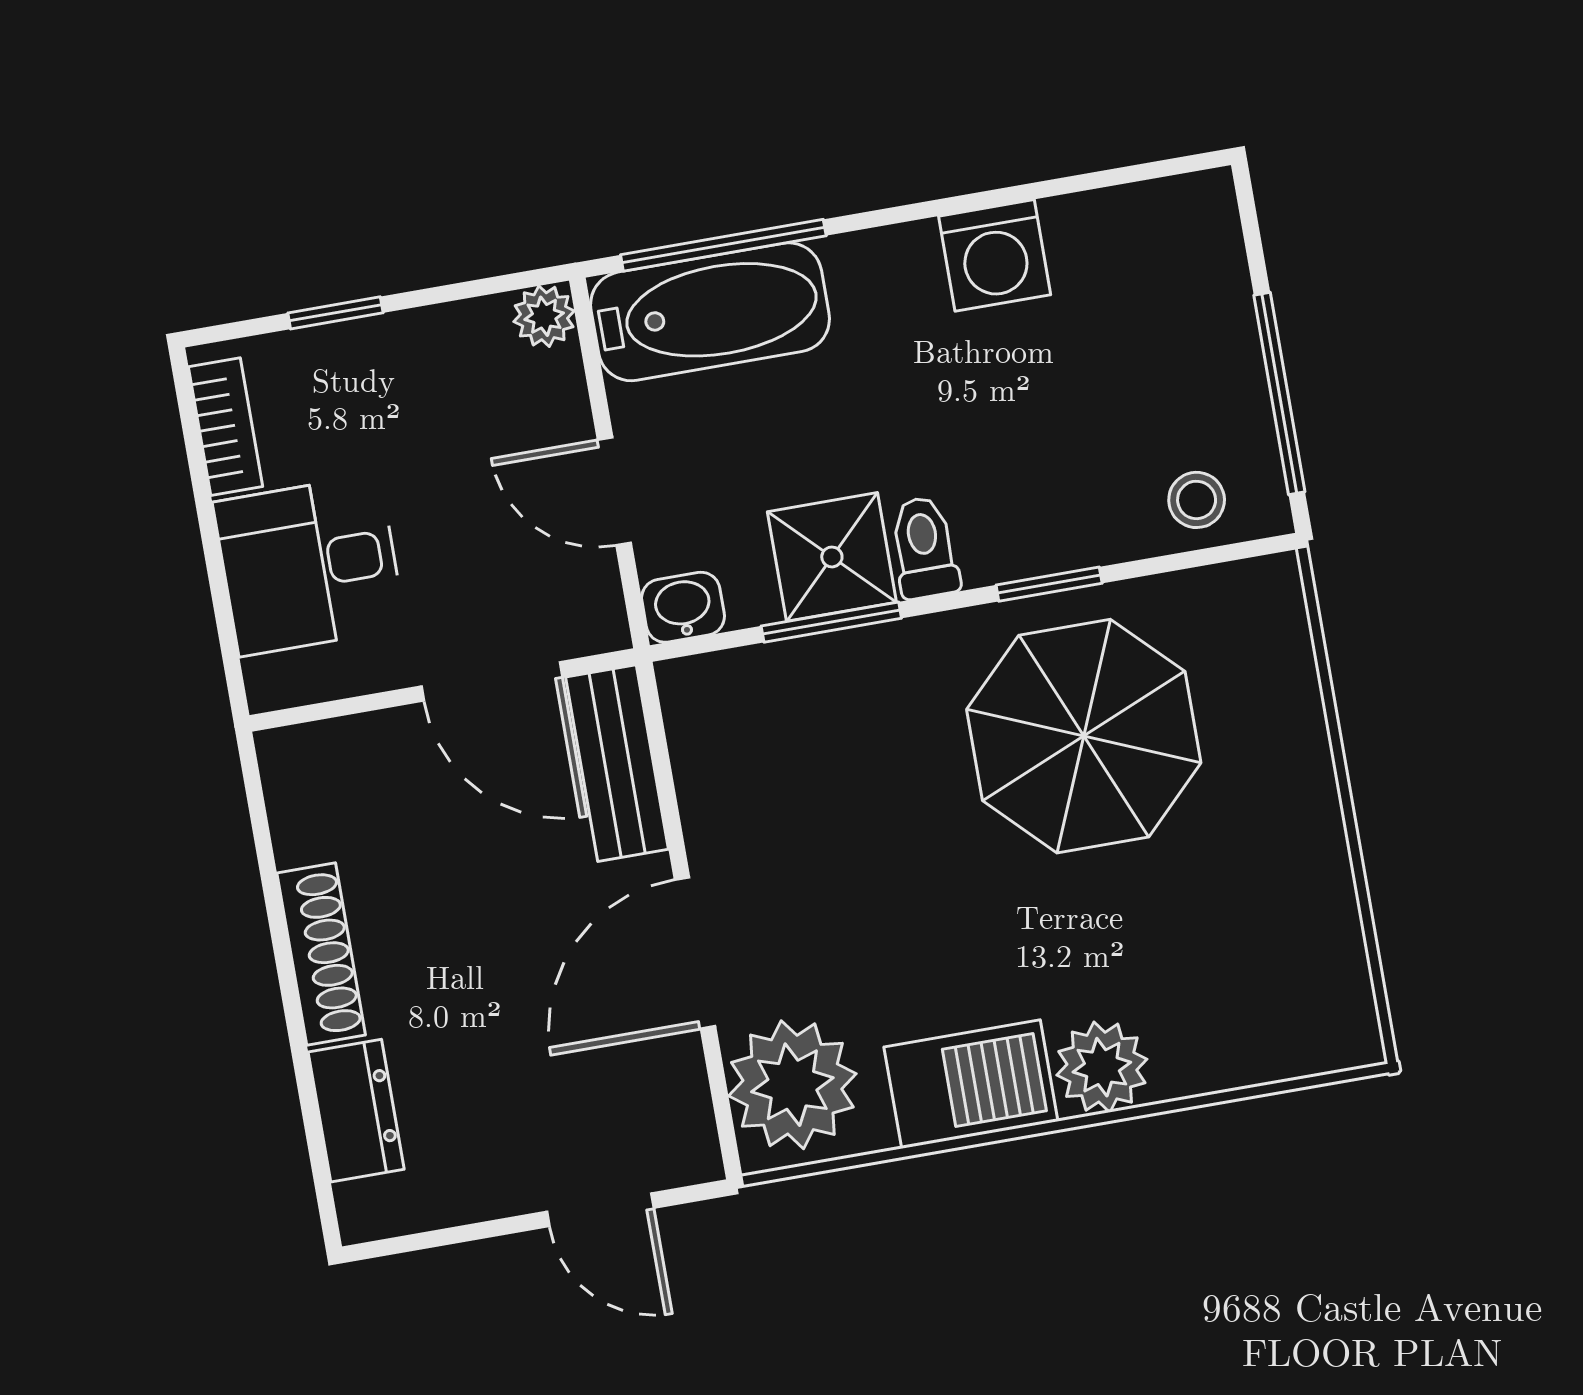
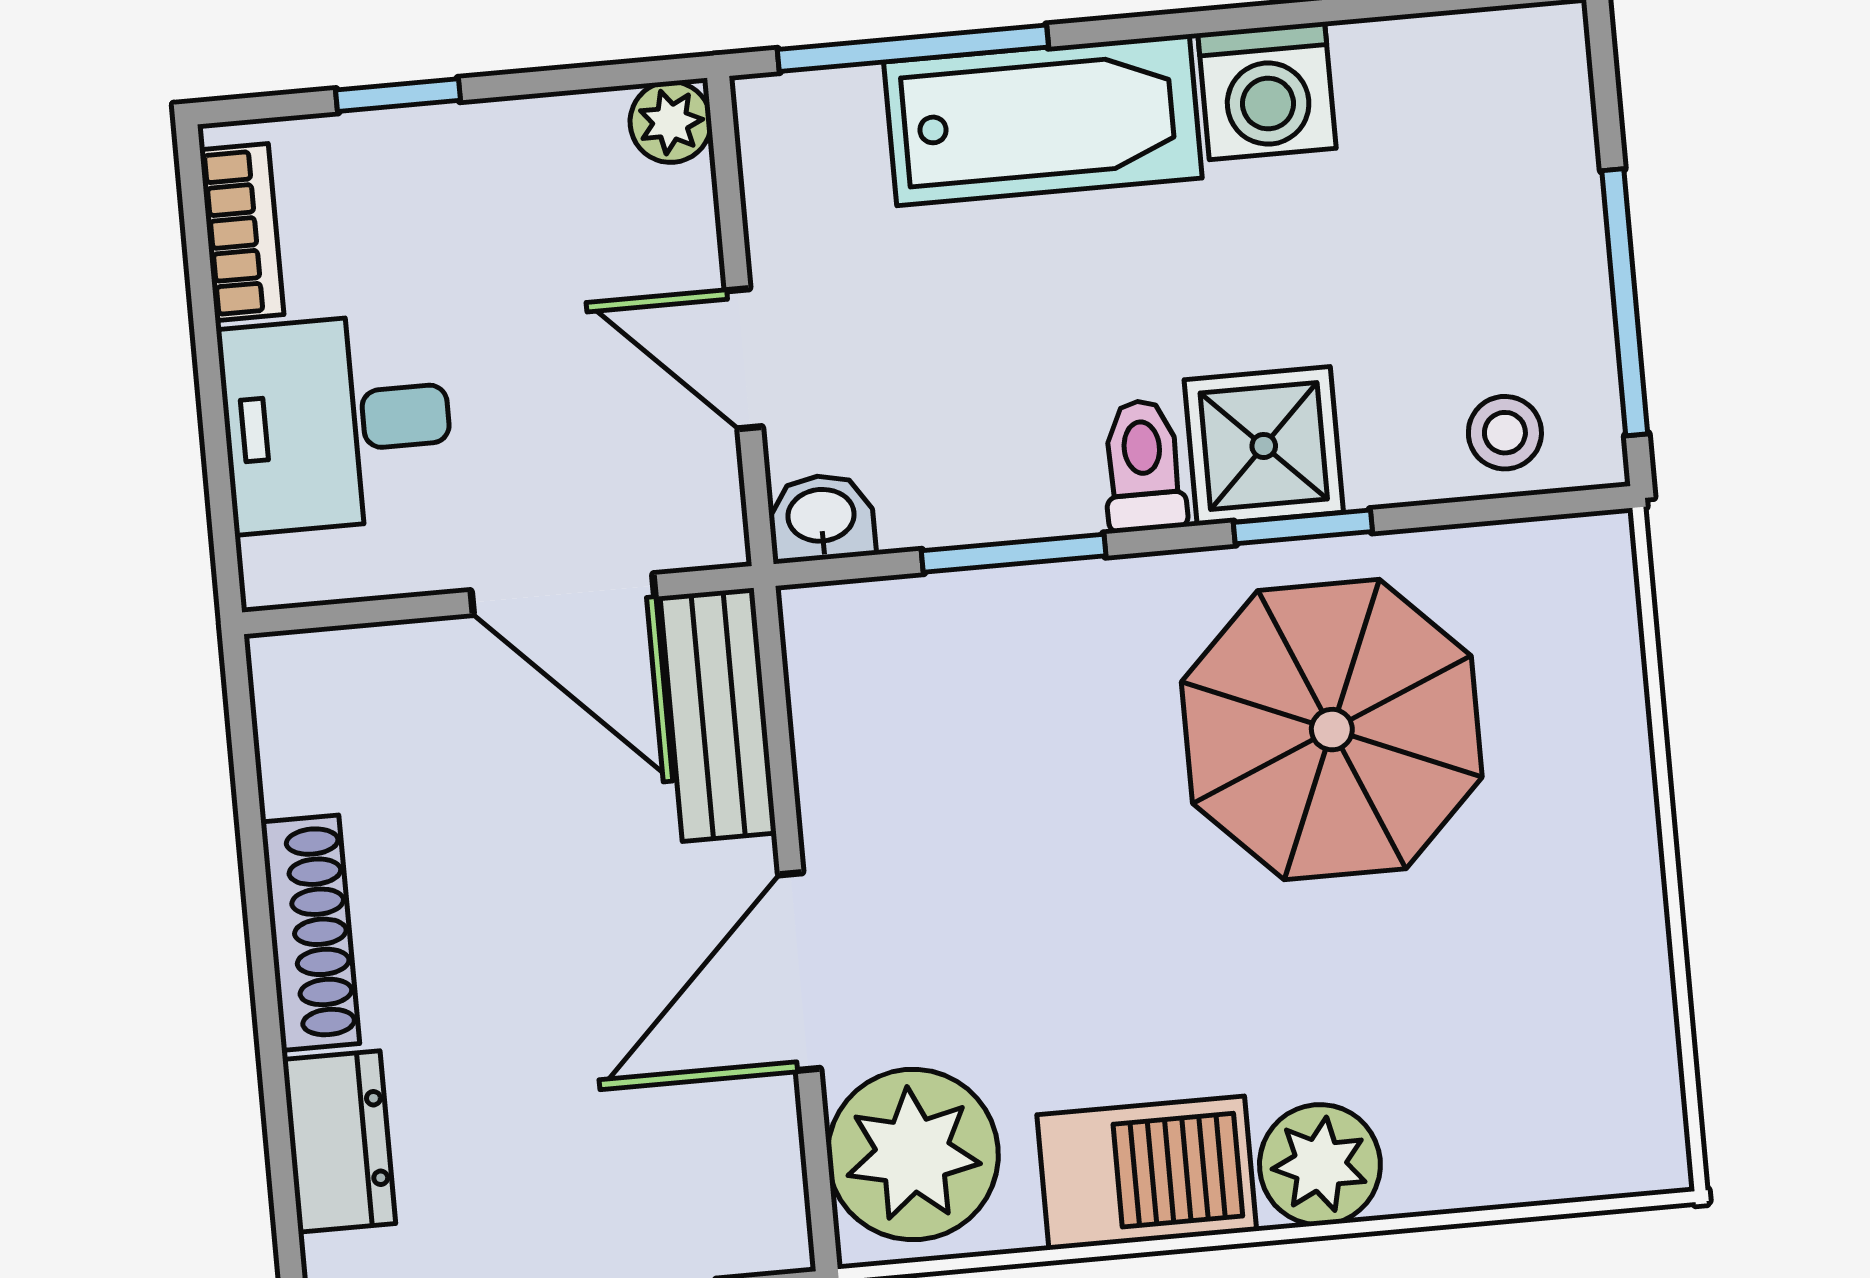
bathtub: (710, 312) -> (1043, 120), moved
shower: (832, 557) -> (1264, 446), moved

